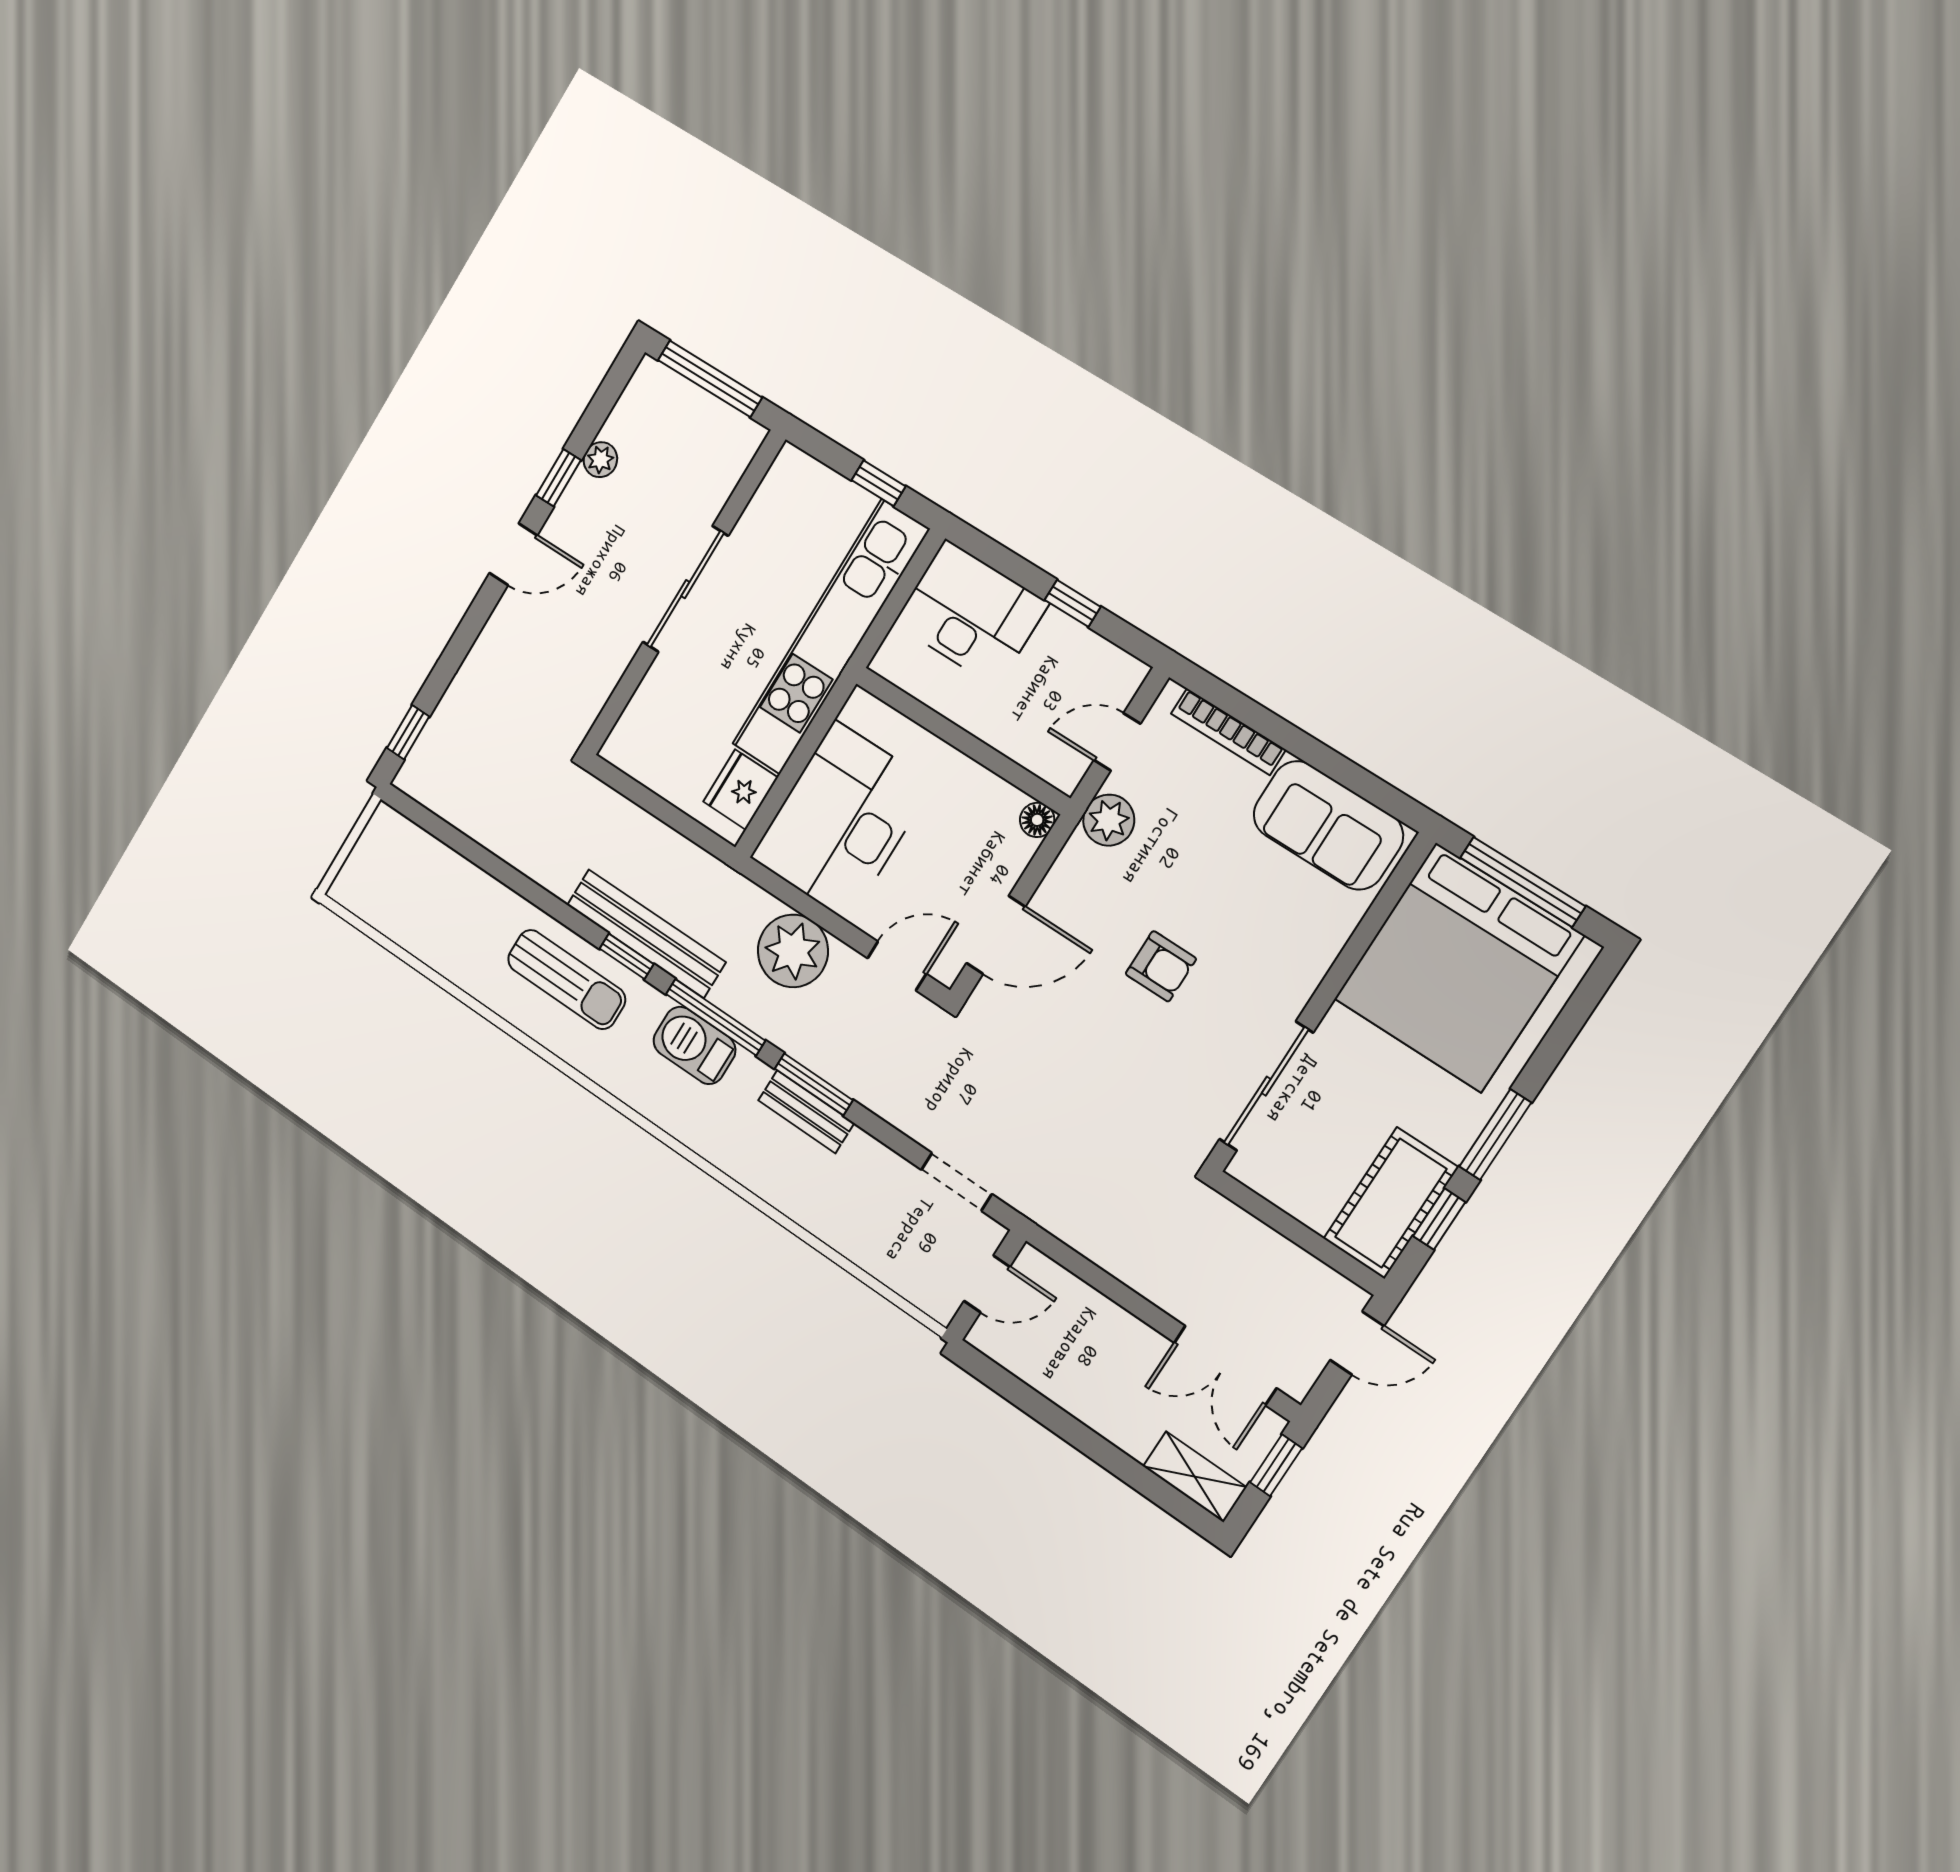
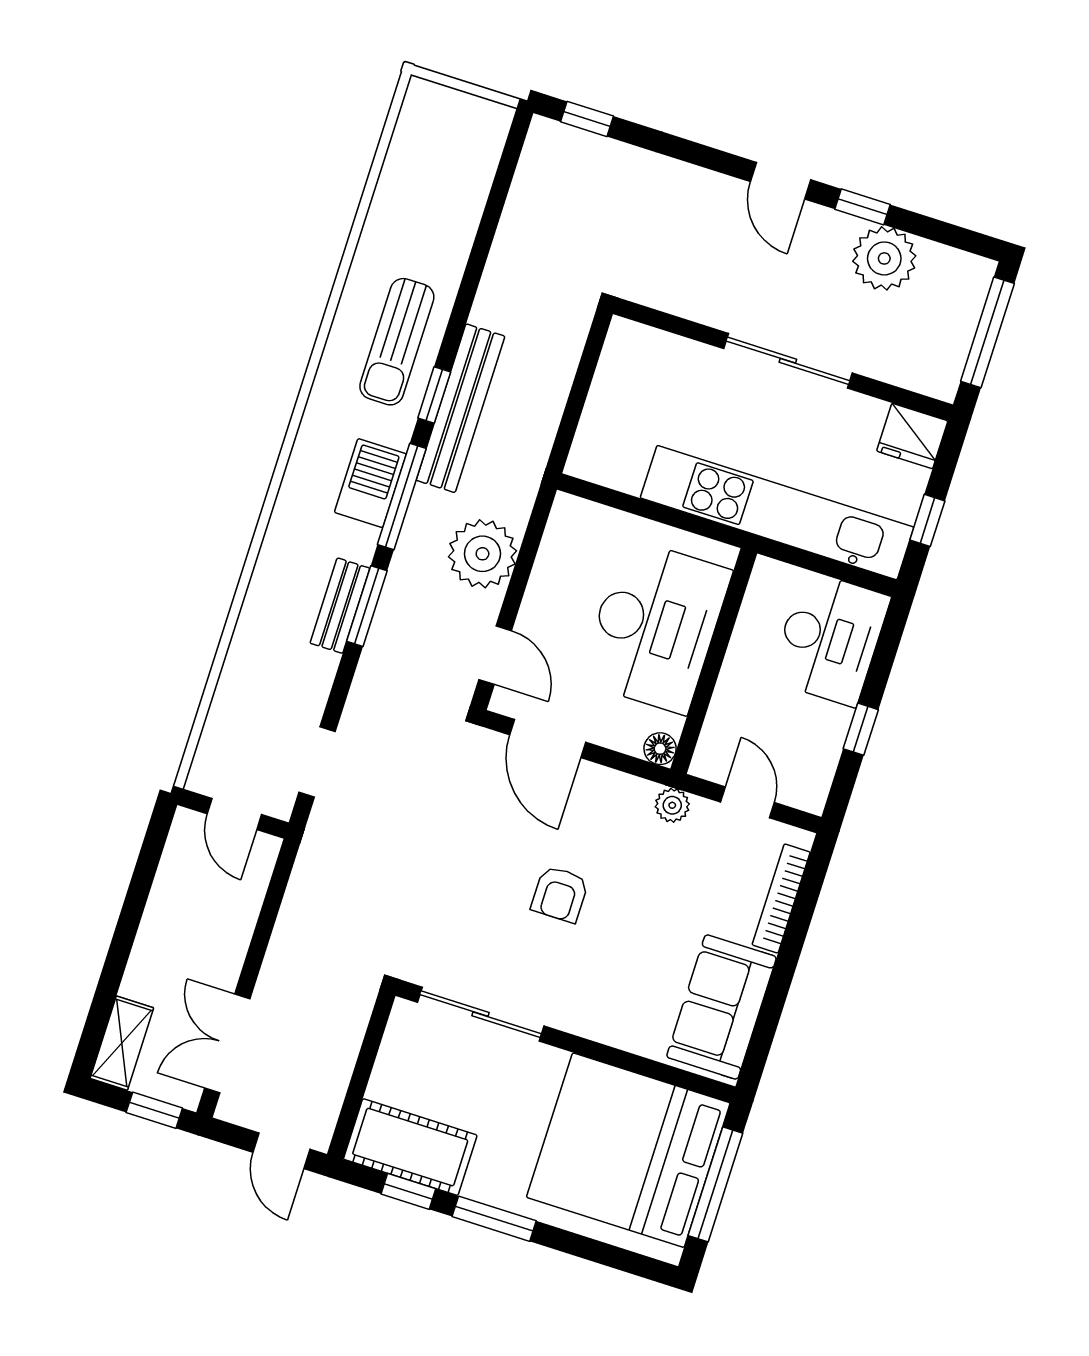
plant: (600, 460) -> (884, 258), width x1.87, depth x1.87
fridge: (740, 790) -> (912, 436), moved, turned 180
plant: (1109, 820) -> (672, 805), width x0.73, depth x0.73
desk: (841, 821) -> (655, 626), moved, turned 90

